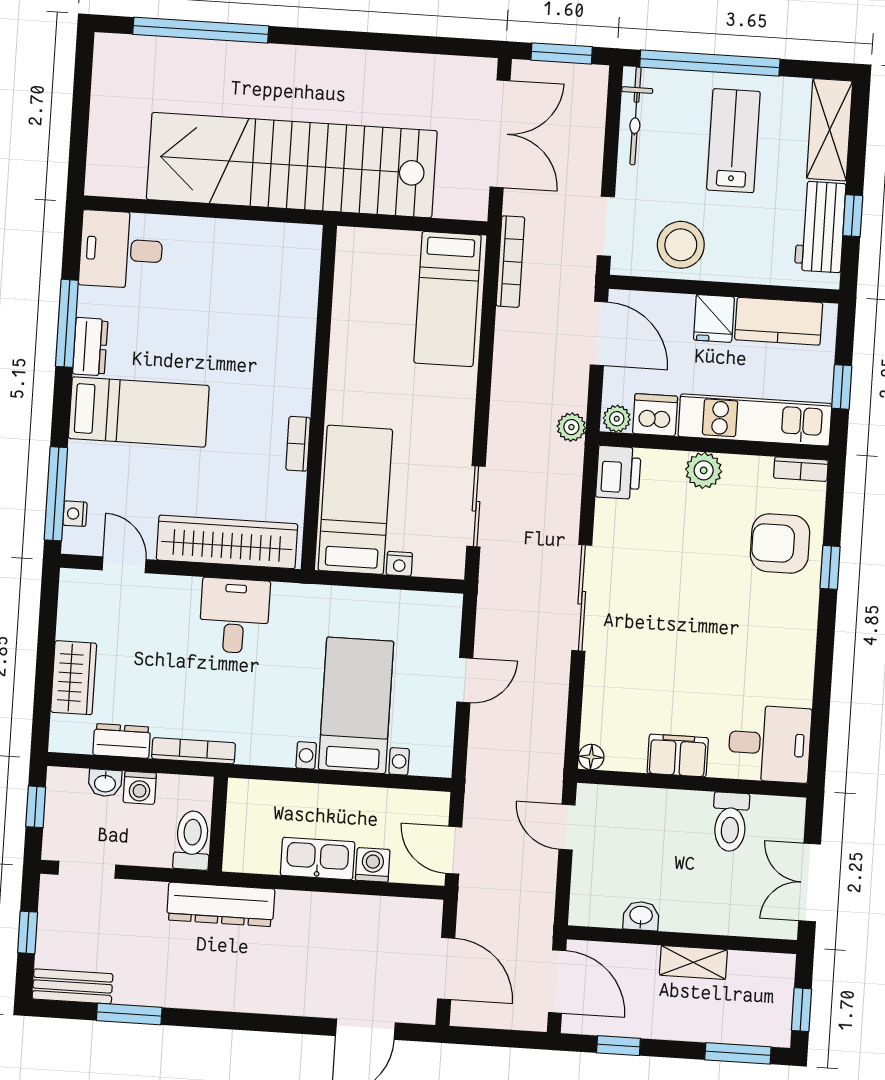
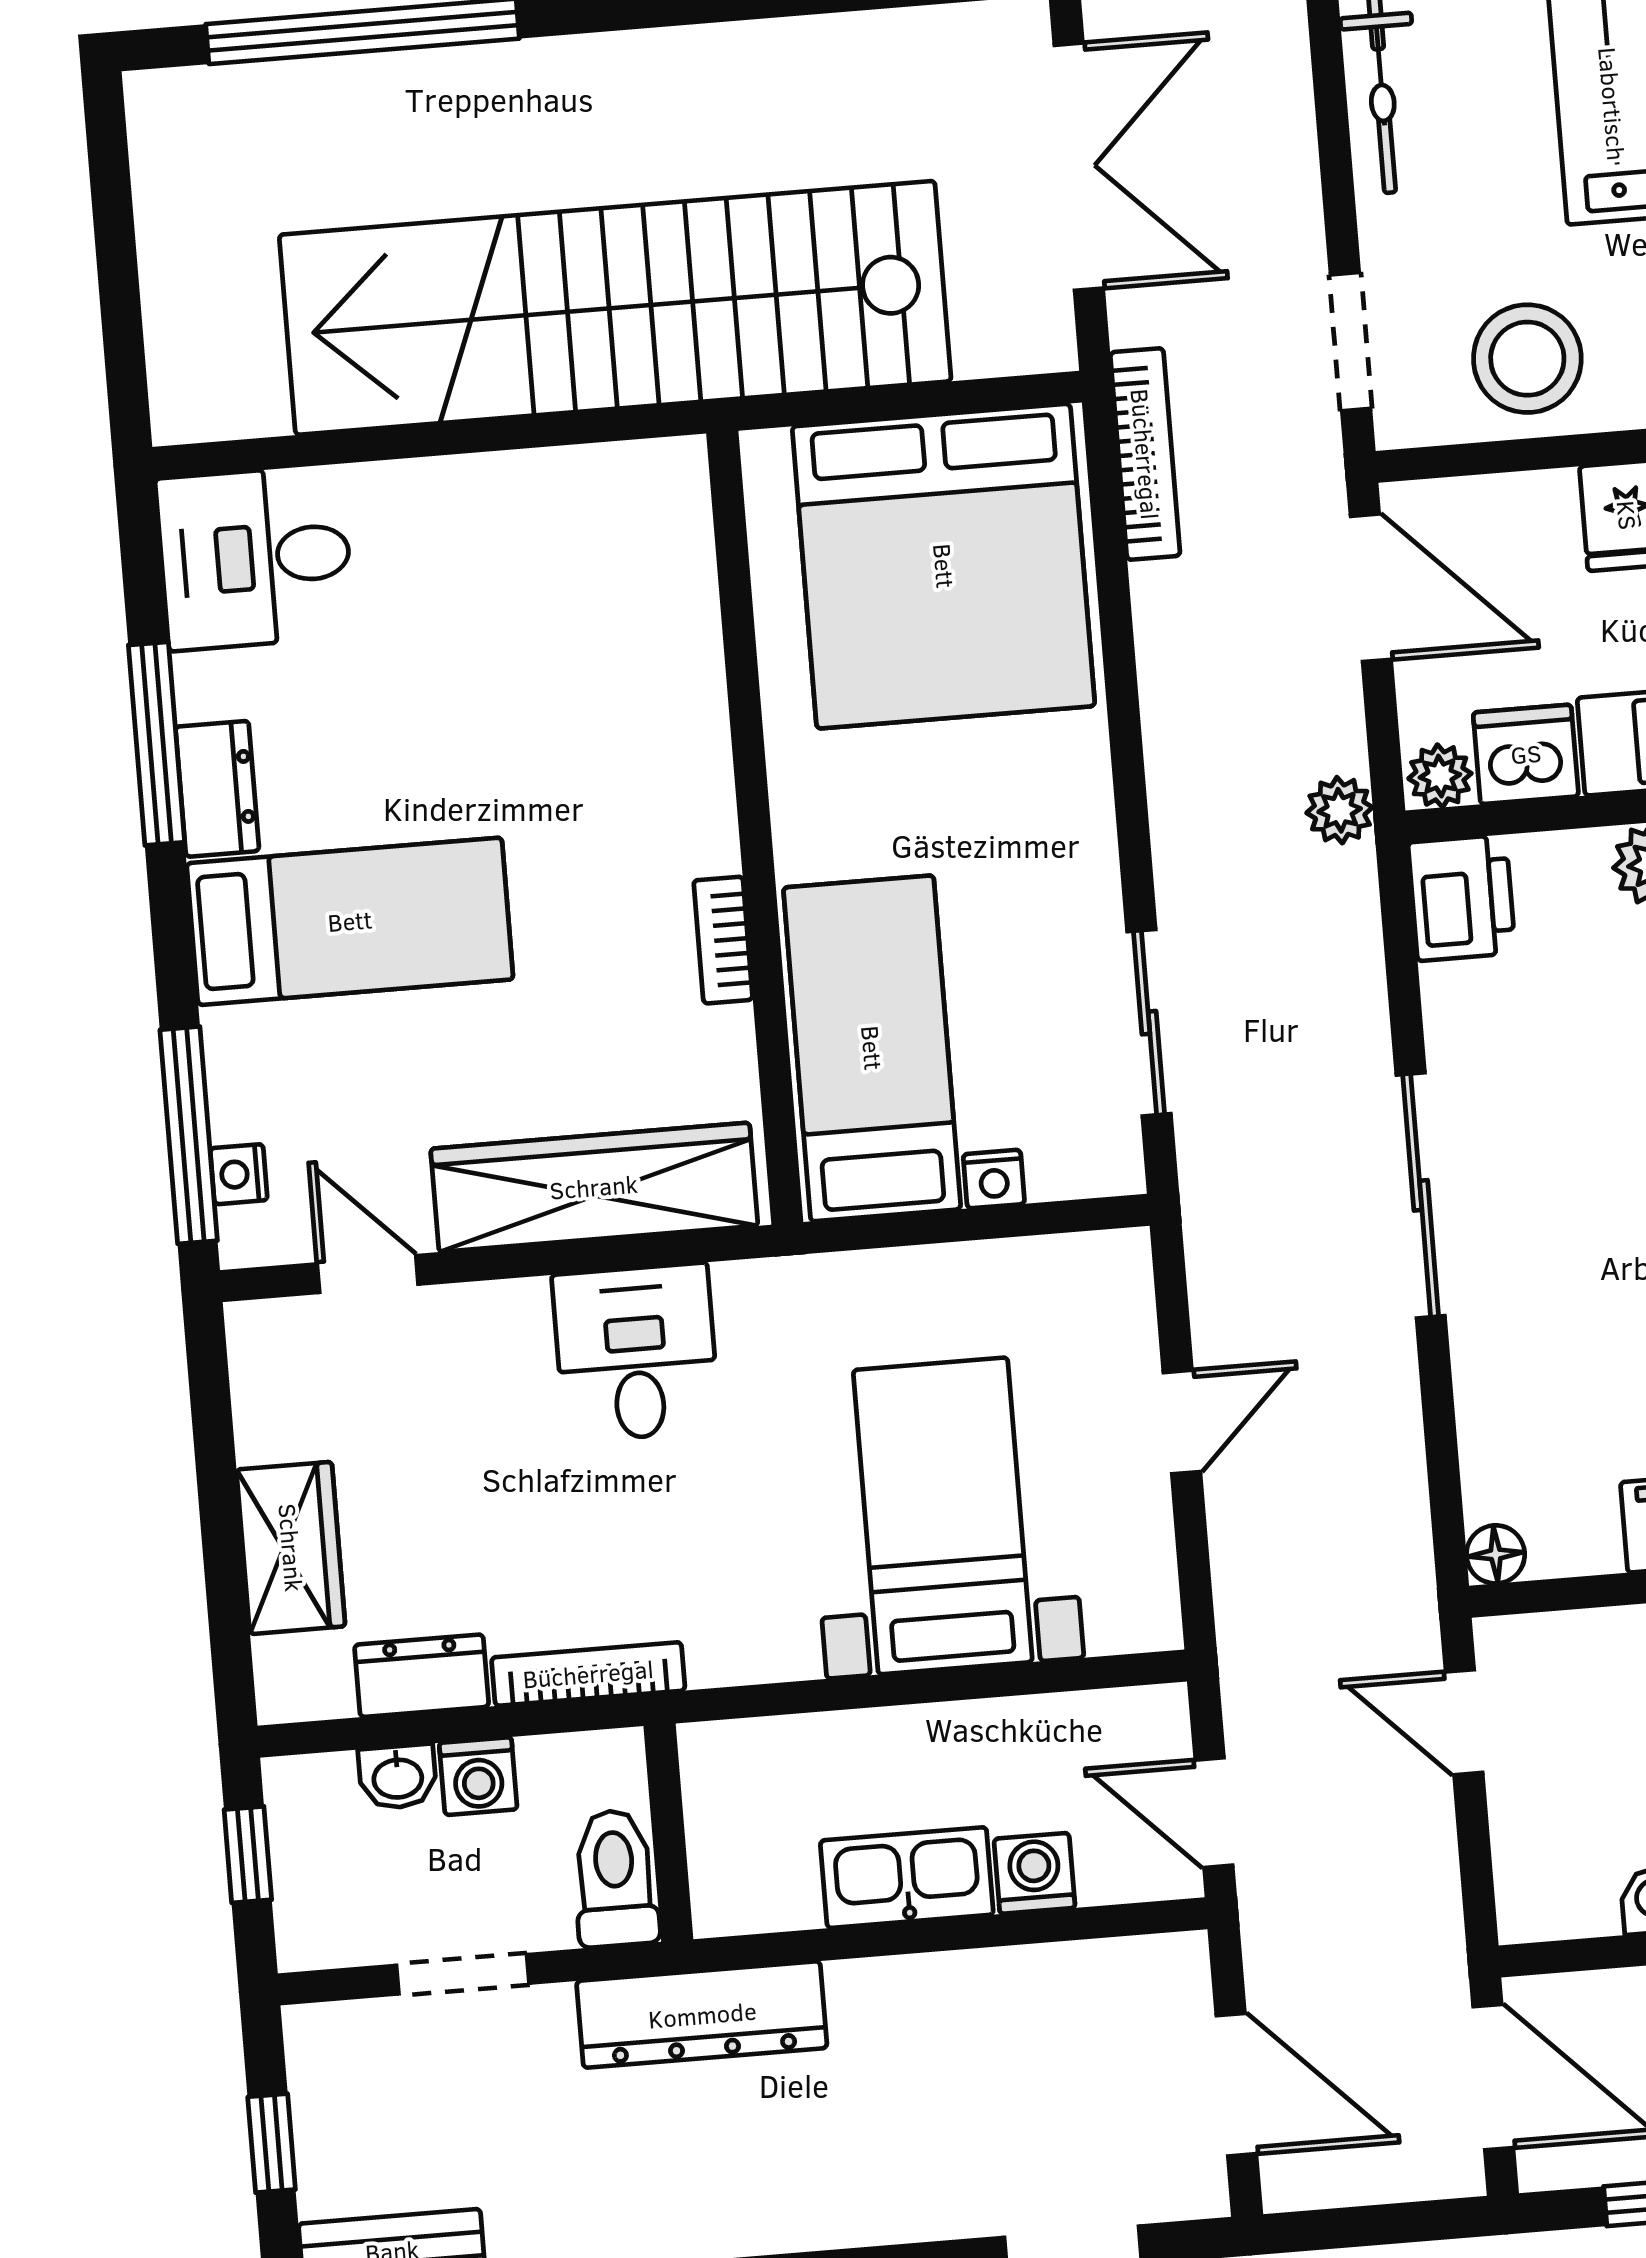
bed: (448, 299) -> (944, 566), width x2.04
doorway: (87, 870) -> (463, 1974), moved

